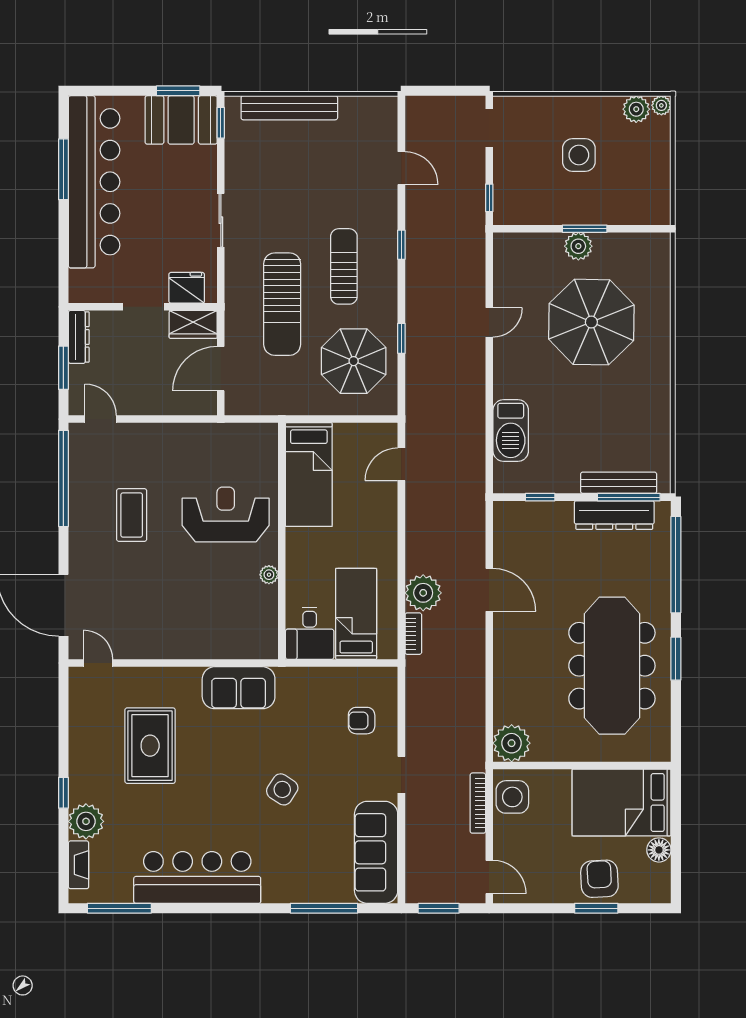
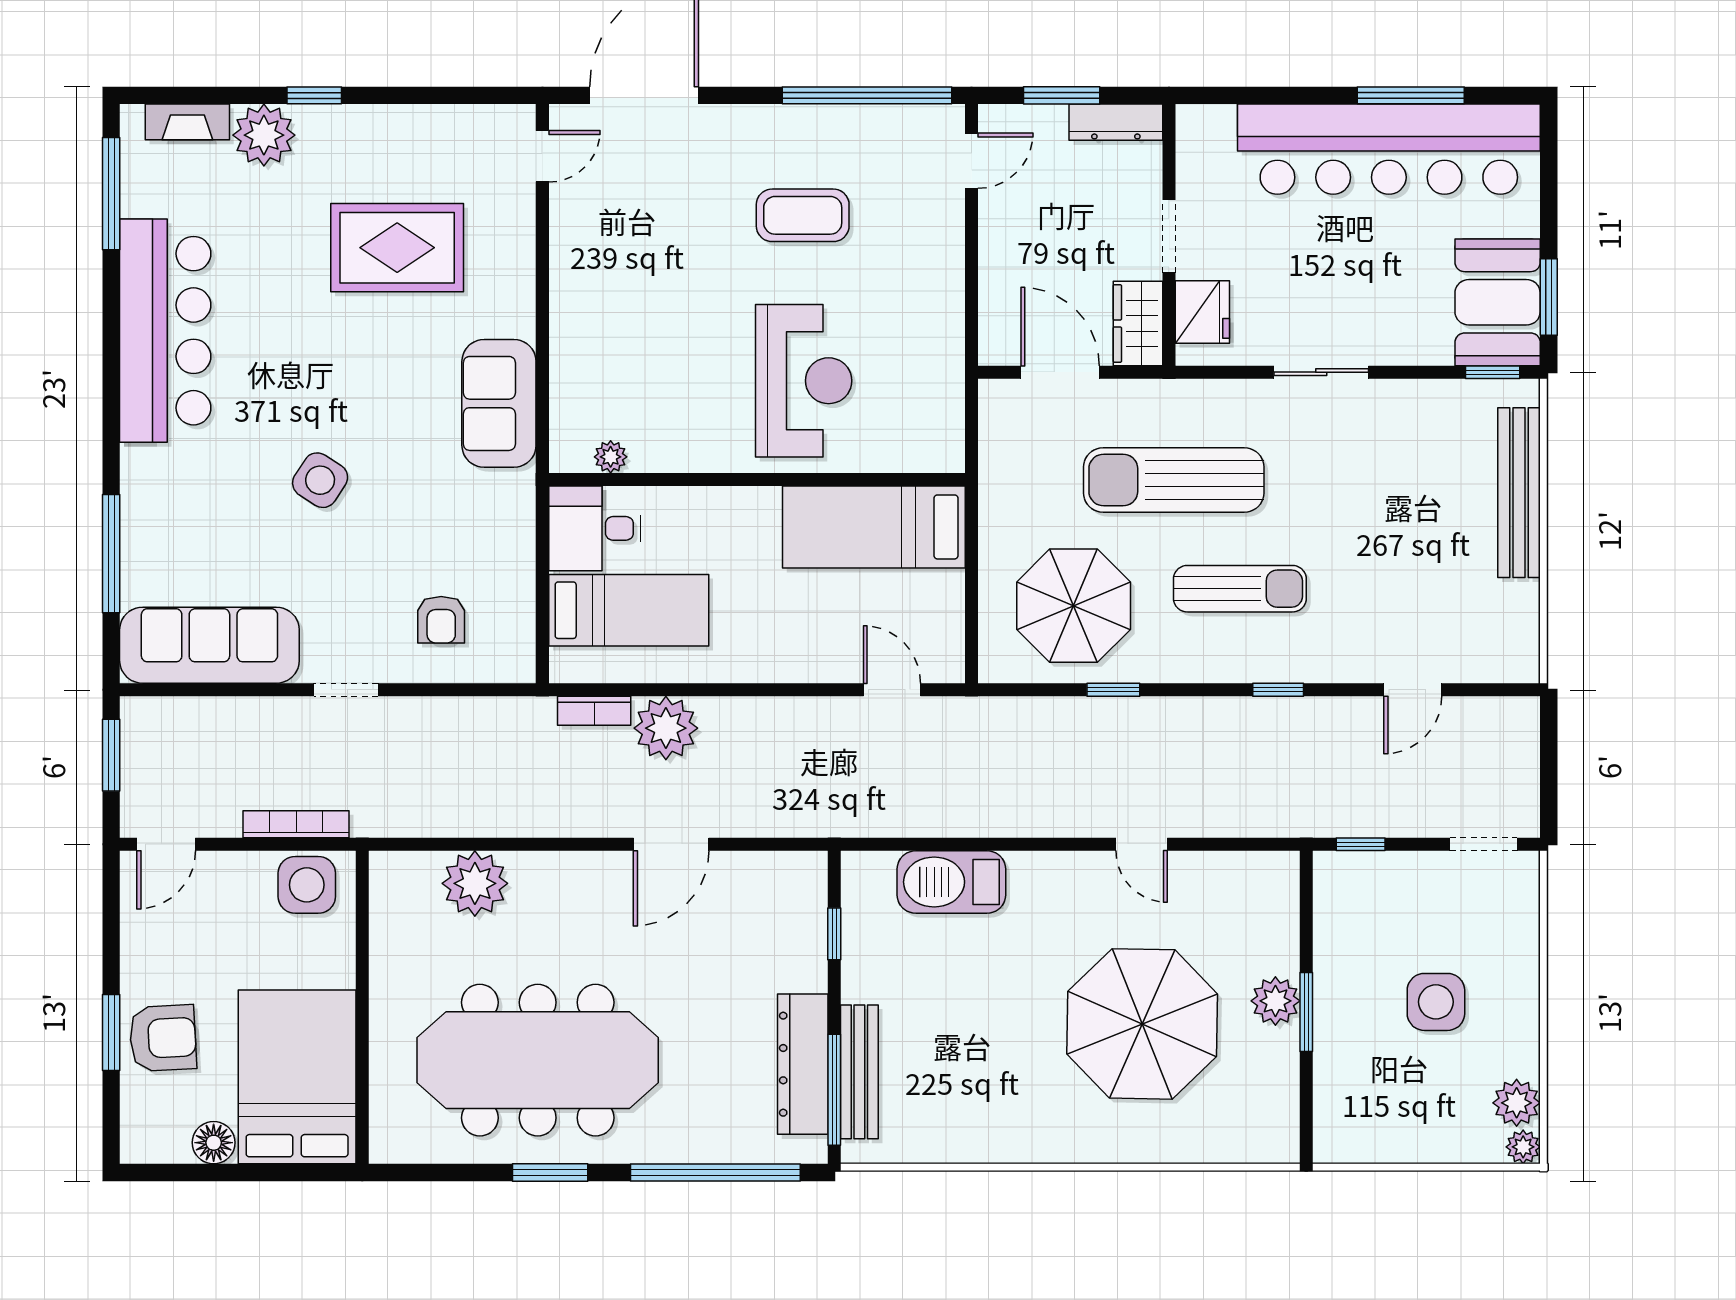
plant: (269, 575) -> (611, 457), moved
armchair: (362, 721) -> (441, 620), turned 180
plant: (512, 743) -> (475, 883), moved

